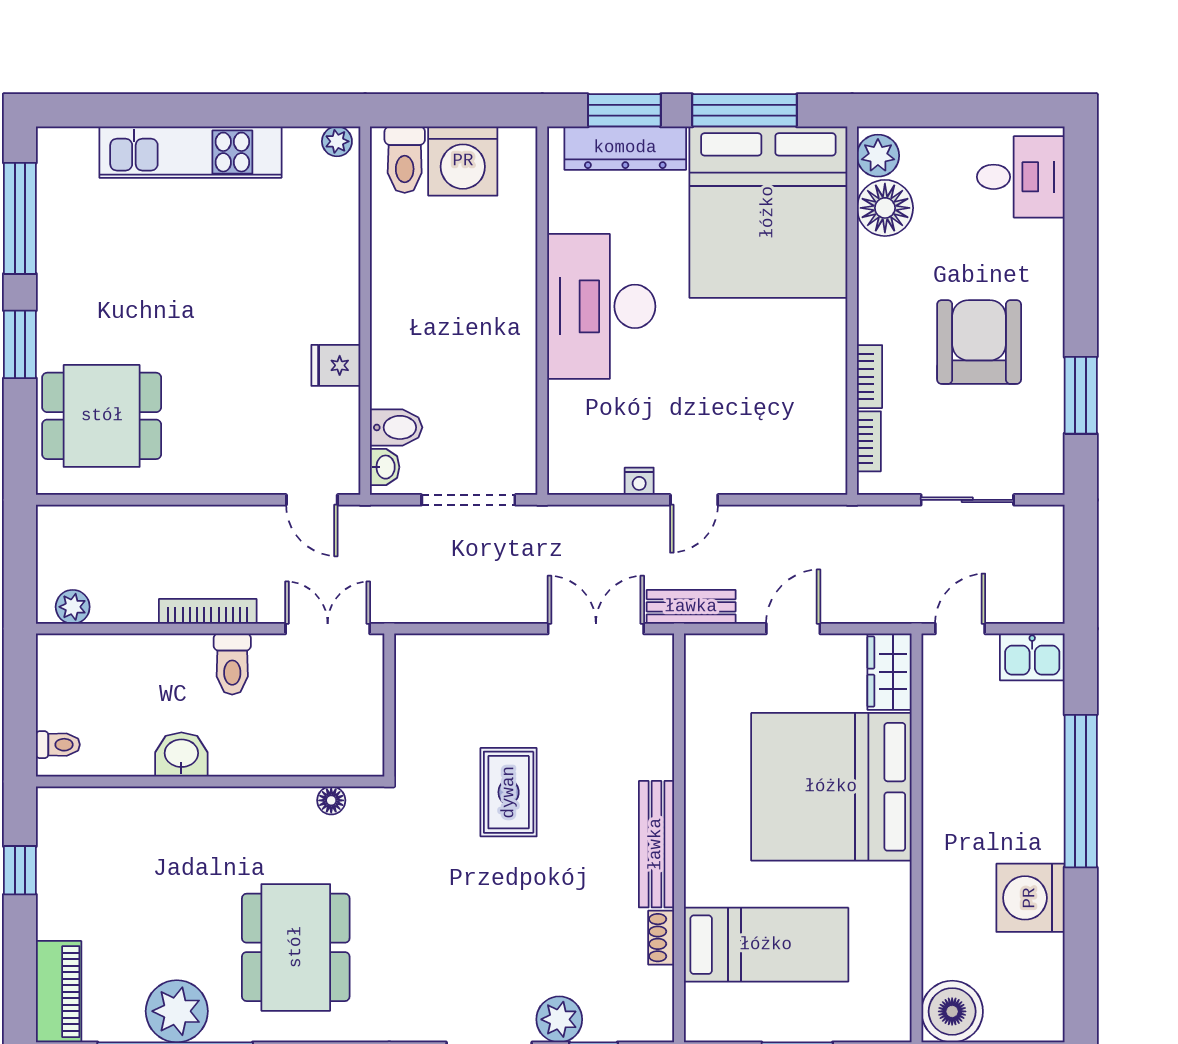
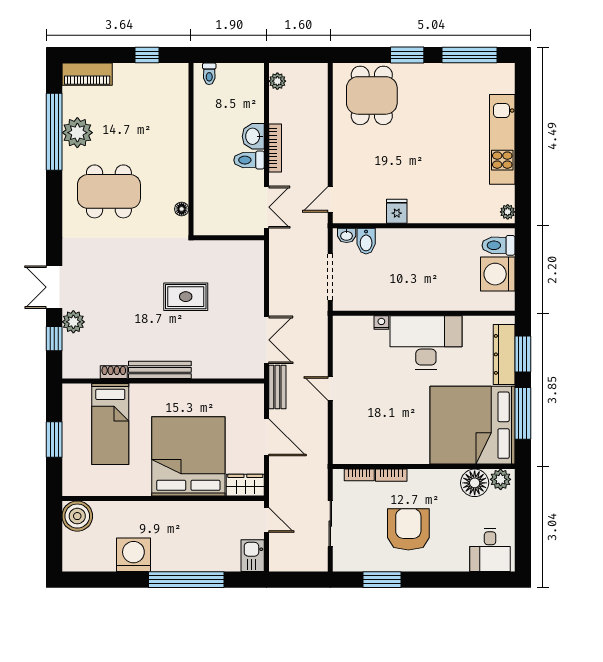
armchair: (979, 342) -> (408, 529), turned -90
nightstand: (639, 481) -> (381, 323), moved, turned 90
door: (793, 629) -> (267, 437), width x1.38
washbasin: (181, 754) -> (253, 136), moved, turned 180

